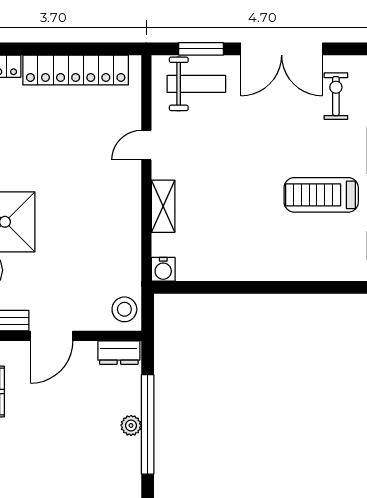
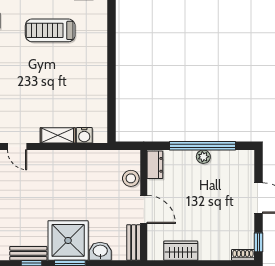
treadmill: (321, 195) -> (50, 30), turned 90
water cooler: (163, 269) -> (84, 135), moved, turned 90
stool: (124, 309) -> (131, 178), moved

